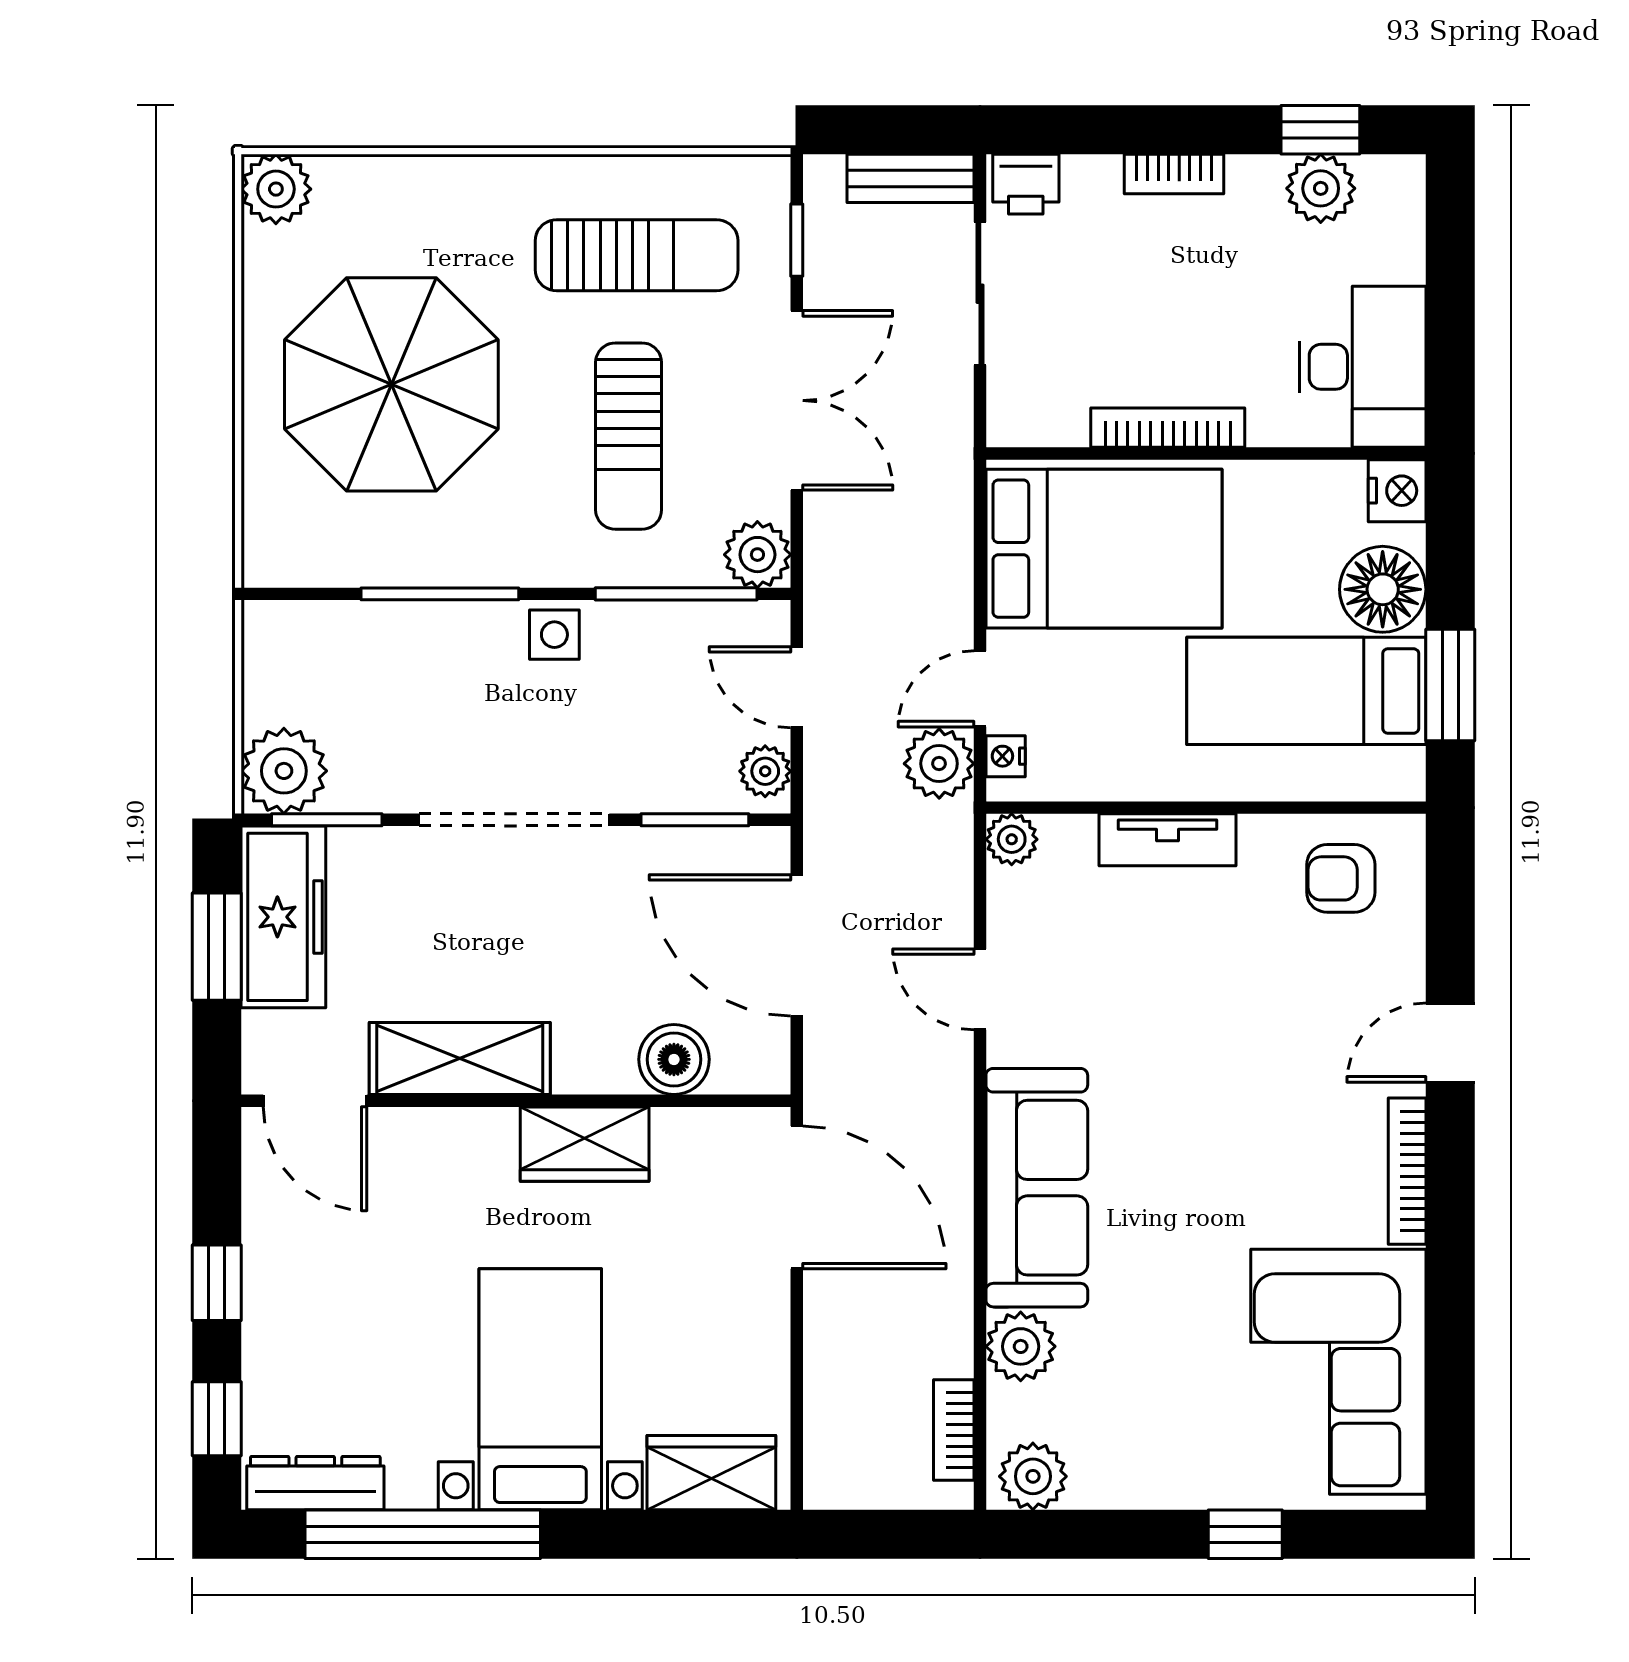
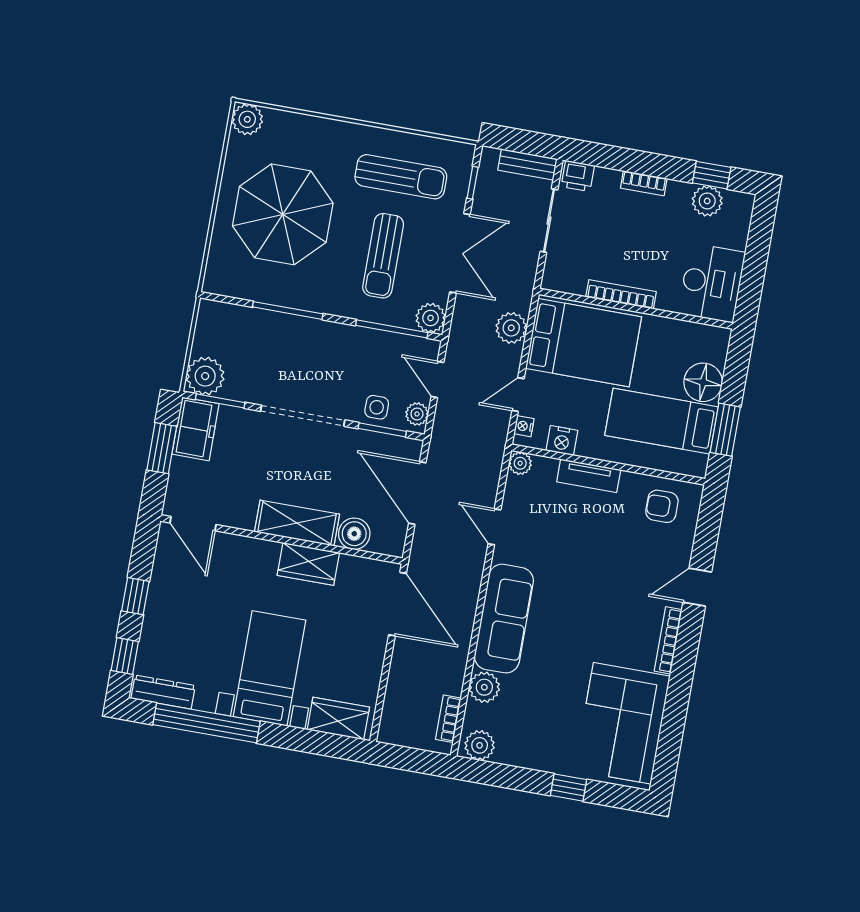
nightstand: (1397, 491) -> (562, 441), moved, turned 90
side table: (554, 635) -> (377, 407), moved
plant: (939, 764) -> (511, 328), moved
freezer: (283, 917) -> (195, 429), width x0.71
shelving: (460, 1058) -> (297, 523), moved

